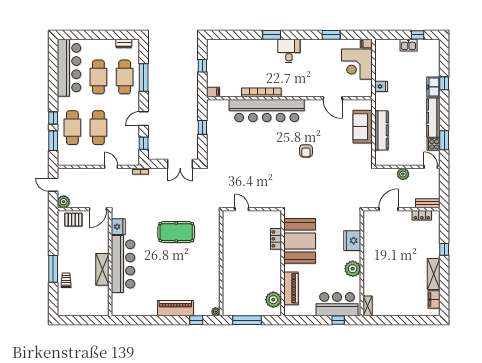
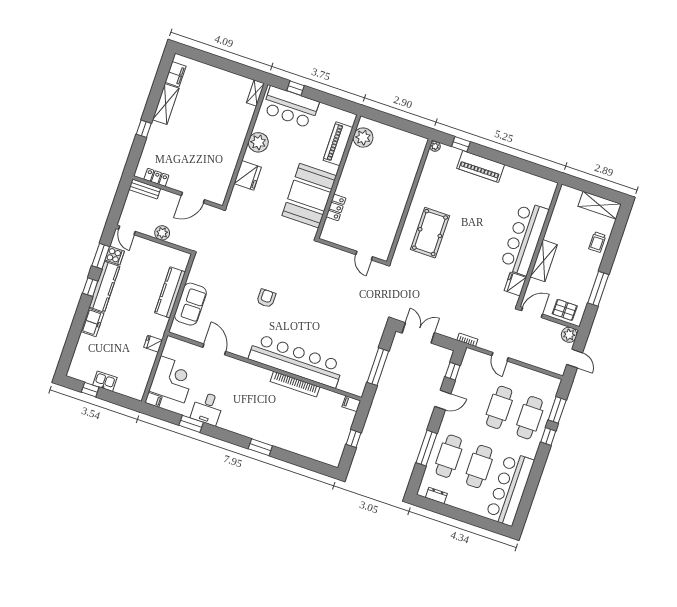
desk: (289, 51) -> (207, 408), moved
window: (444, 83) -> (90, 287), moved
window: (202, 127) -> (378, 367), width x2.17
pool table: (176, 232) -> (430, 233), moved, turned 90
window: (53, 269) -> (598, 289), moved
shelving: (102, 269) -> (544, 261), moved
shelving: (74, 309) -> (600, 205), added
window: (247, 320) -> (402, 124), removed

